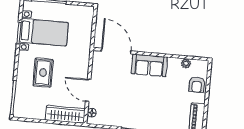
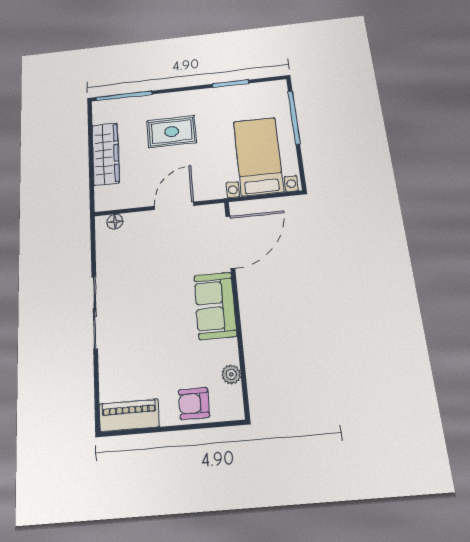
bed with nightstands: (44, 32) -> (258, 156), moved, turned 180
door: (88, 90) -> (174, 206), moved
wardrobe: (65, 114) -> (106, 154), moved

